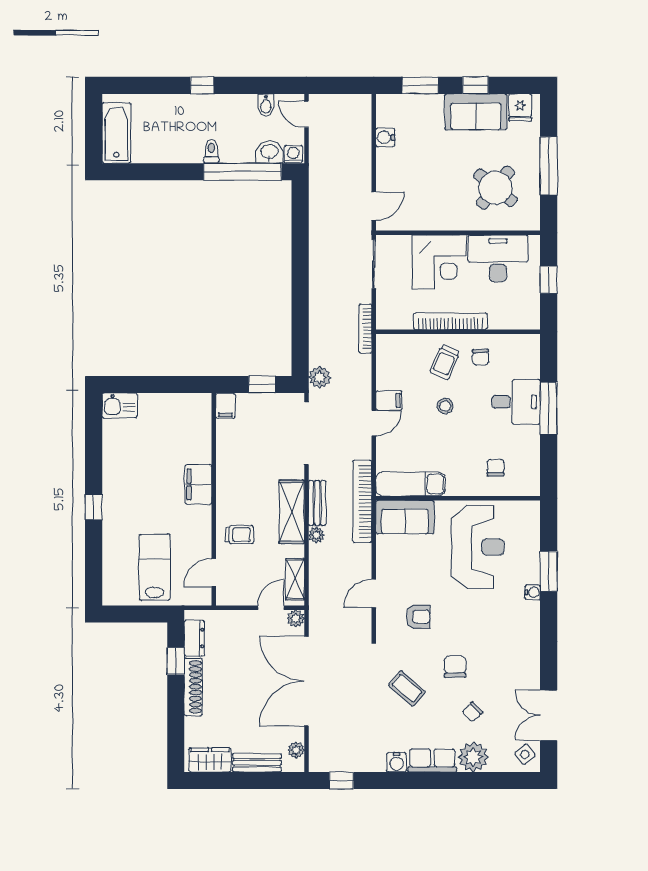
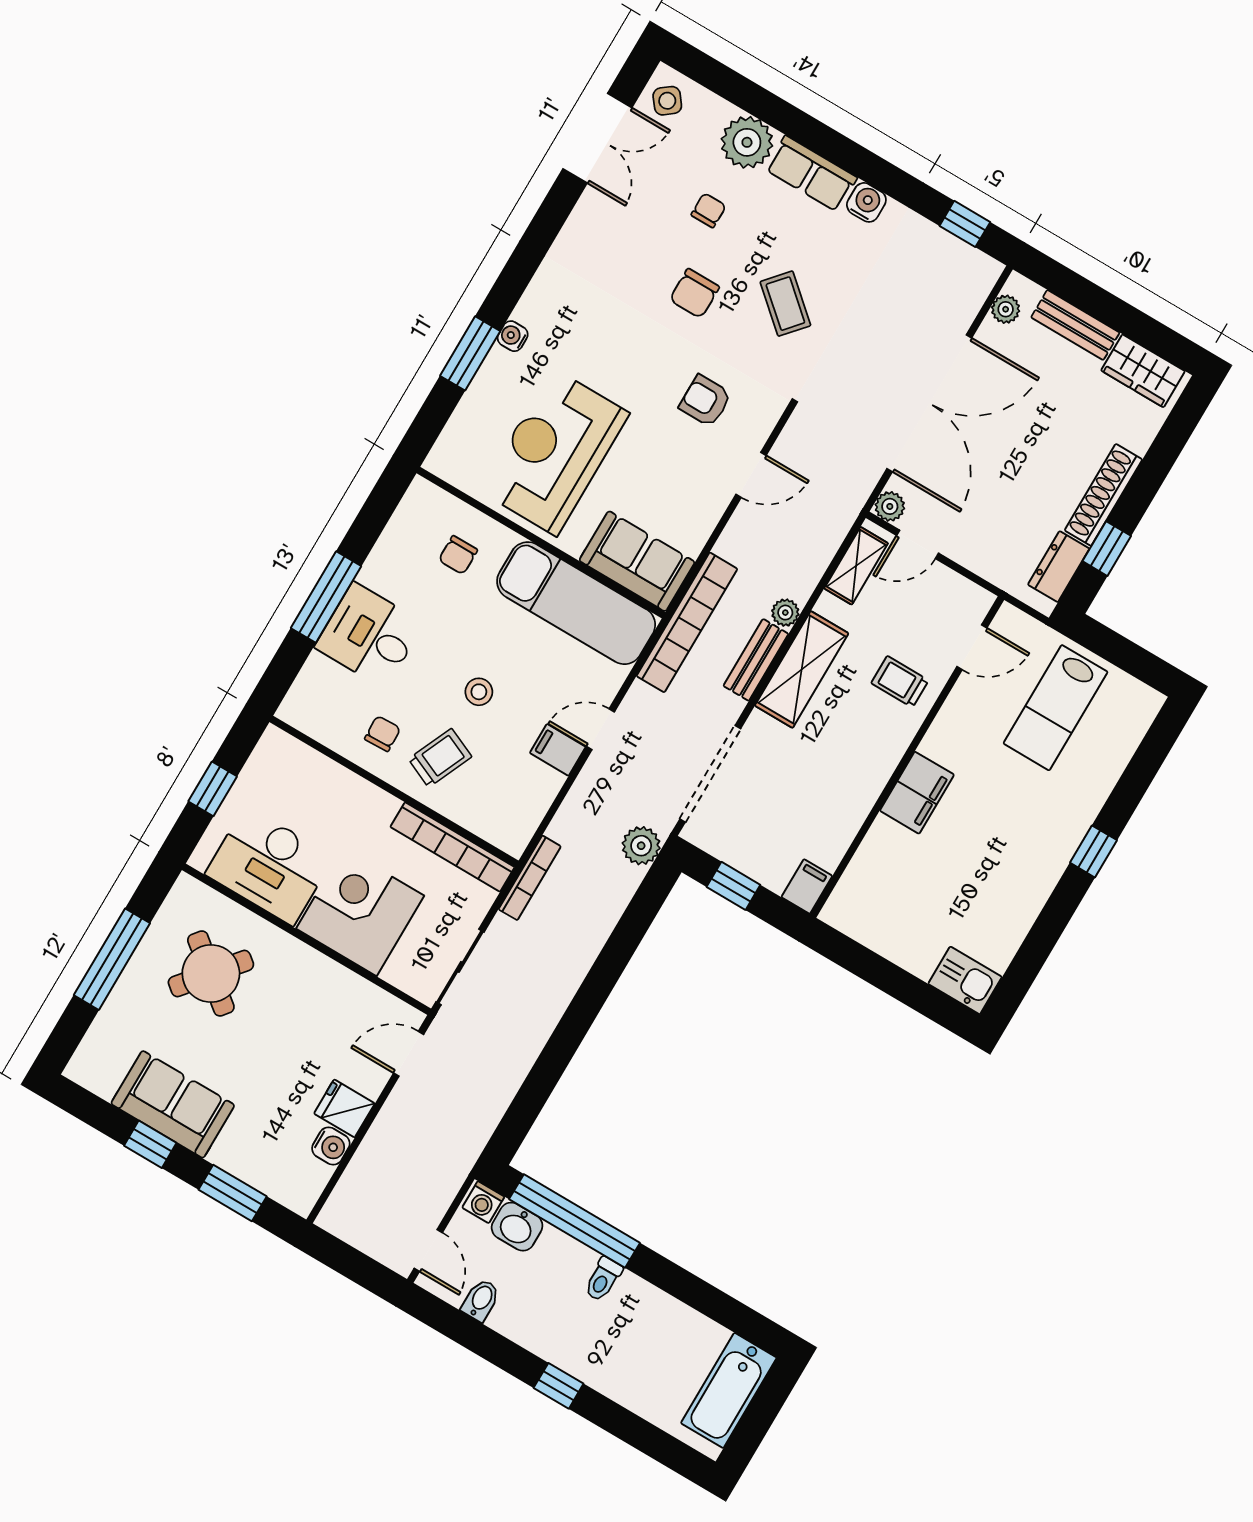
fridge: (520, 107) -> (344, 1108), moved, turned -90
bookcase: (450, 321) -> (452, 847), moved
exam couch: (410, 484) -> (576, 603), width x1.36, depth x1.45
chair: (472, 712) -> (709, 210), turned -46

